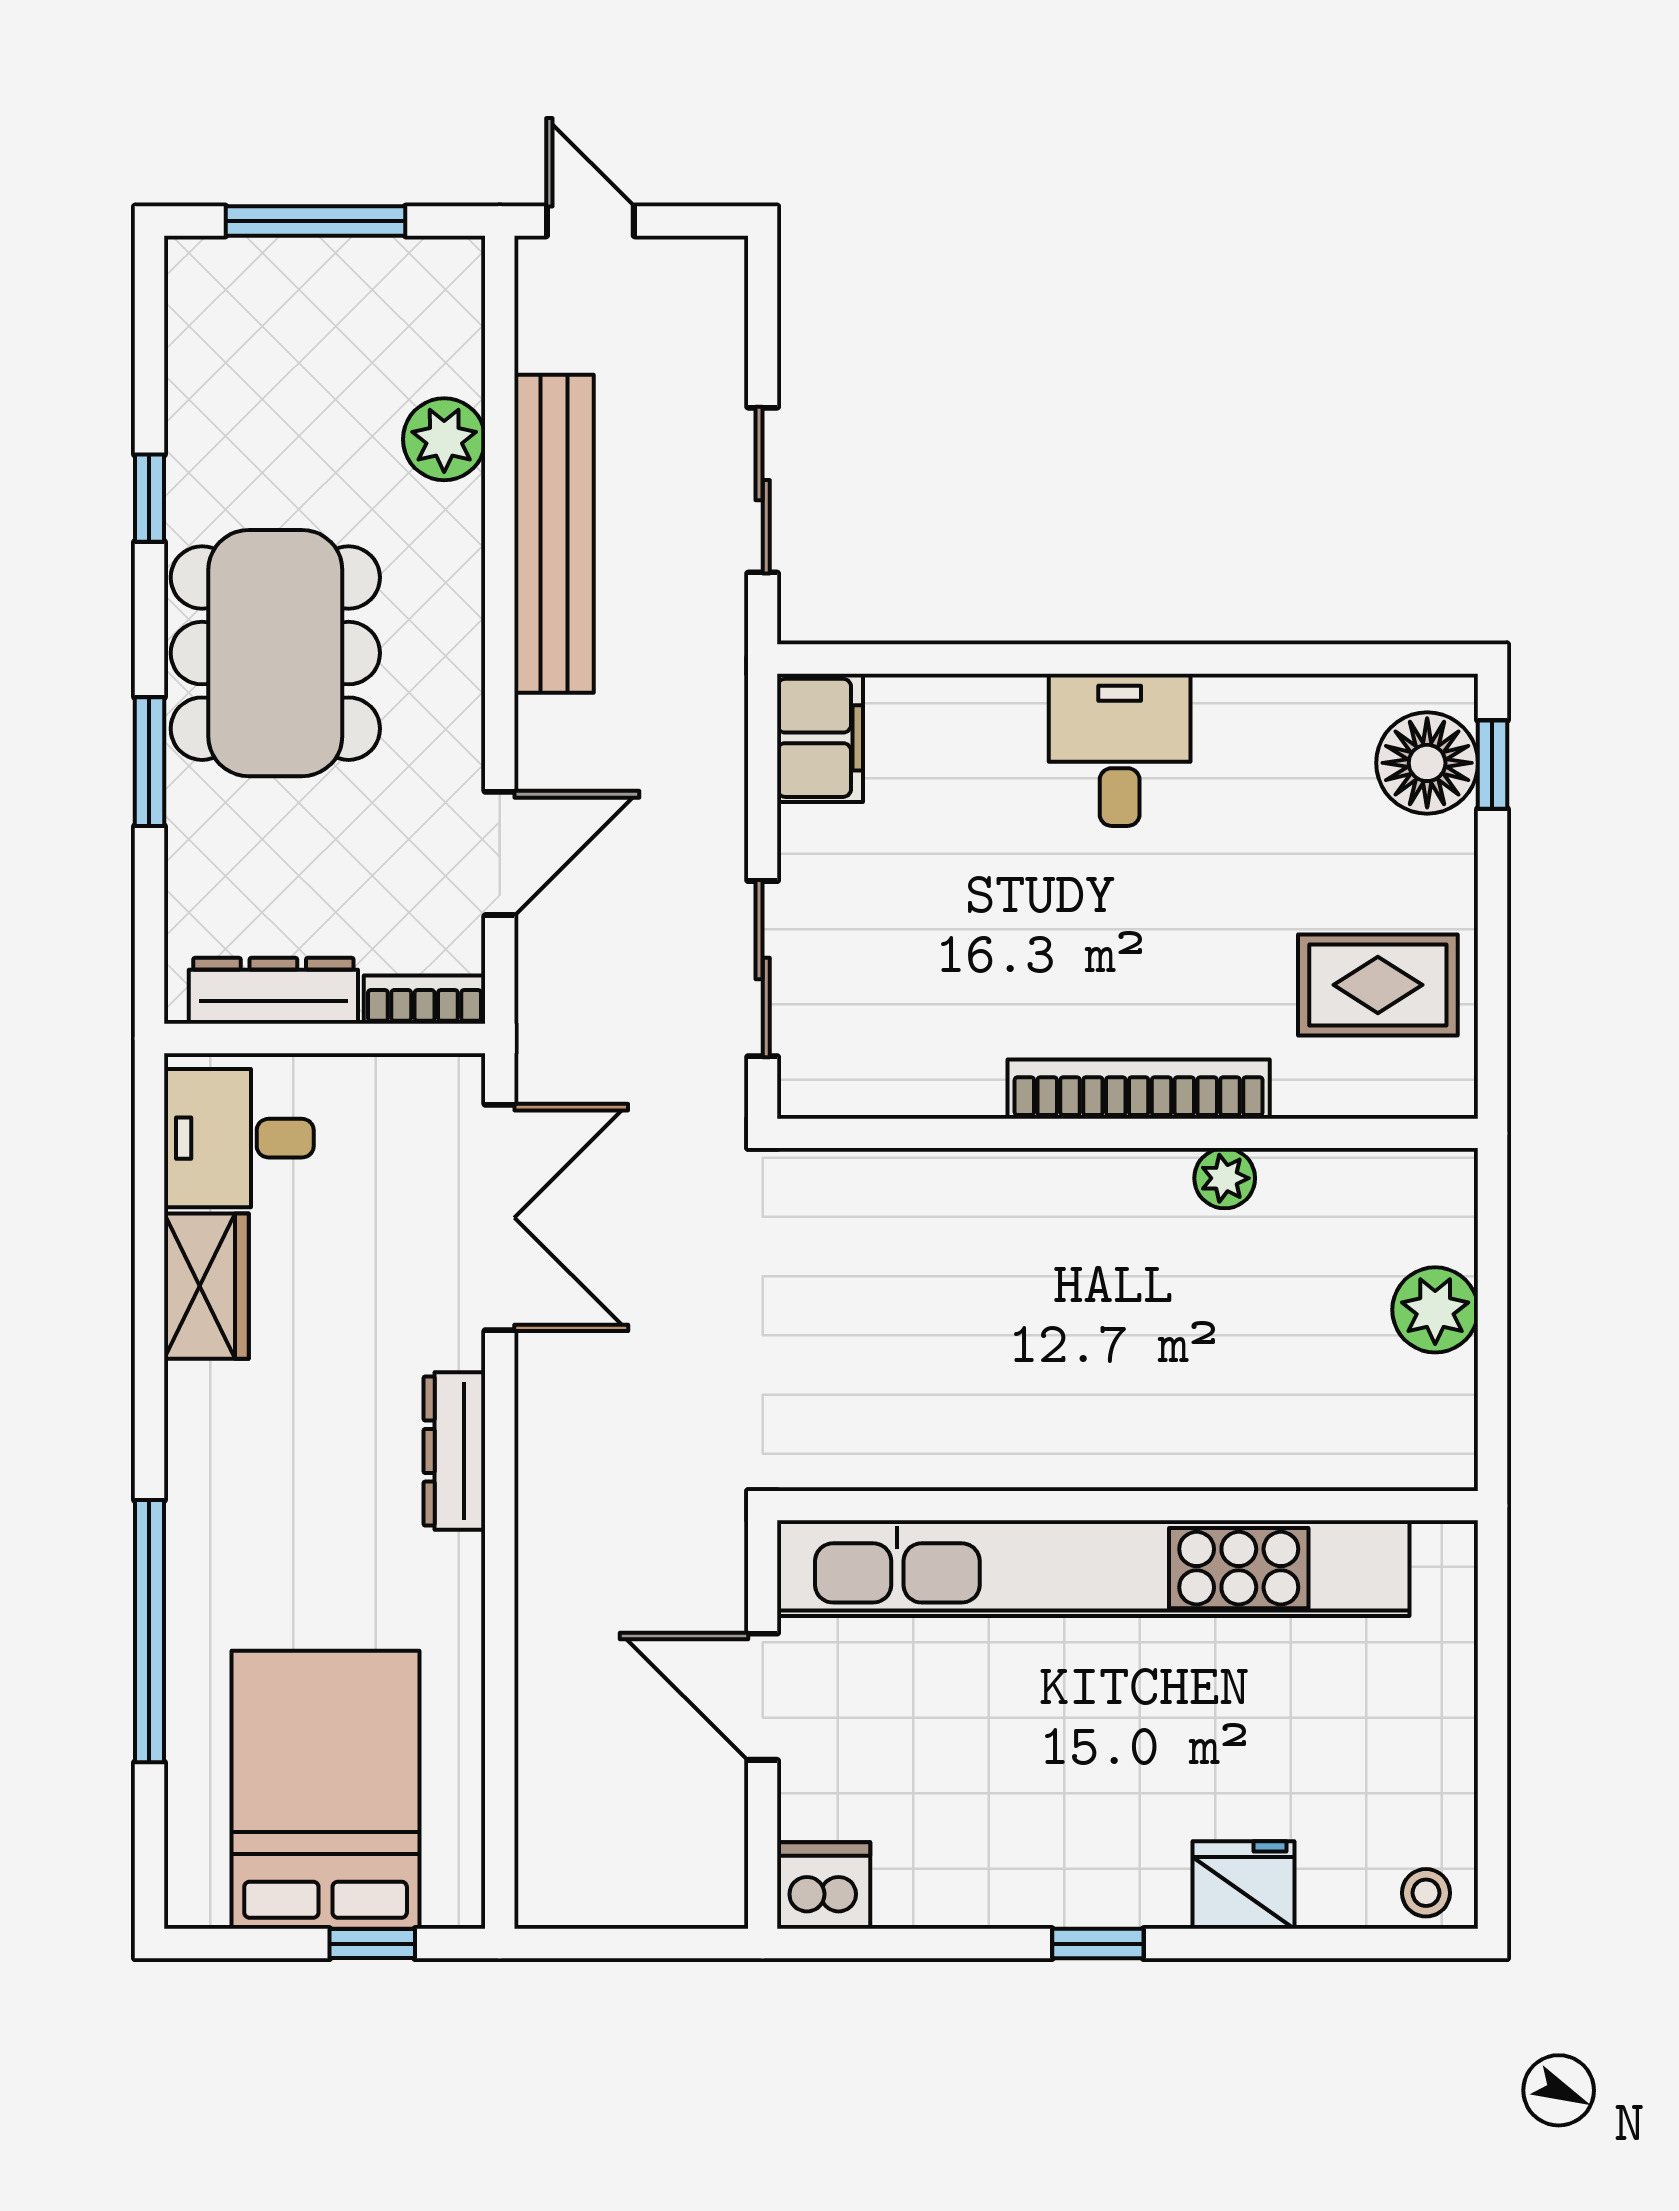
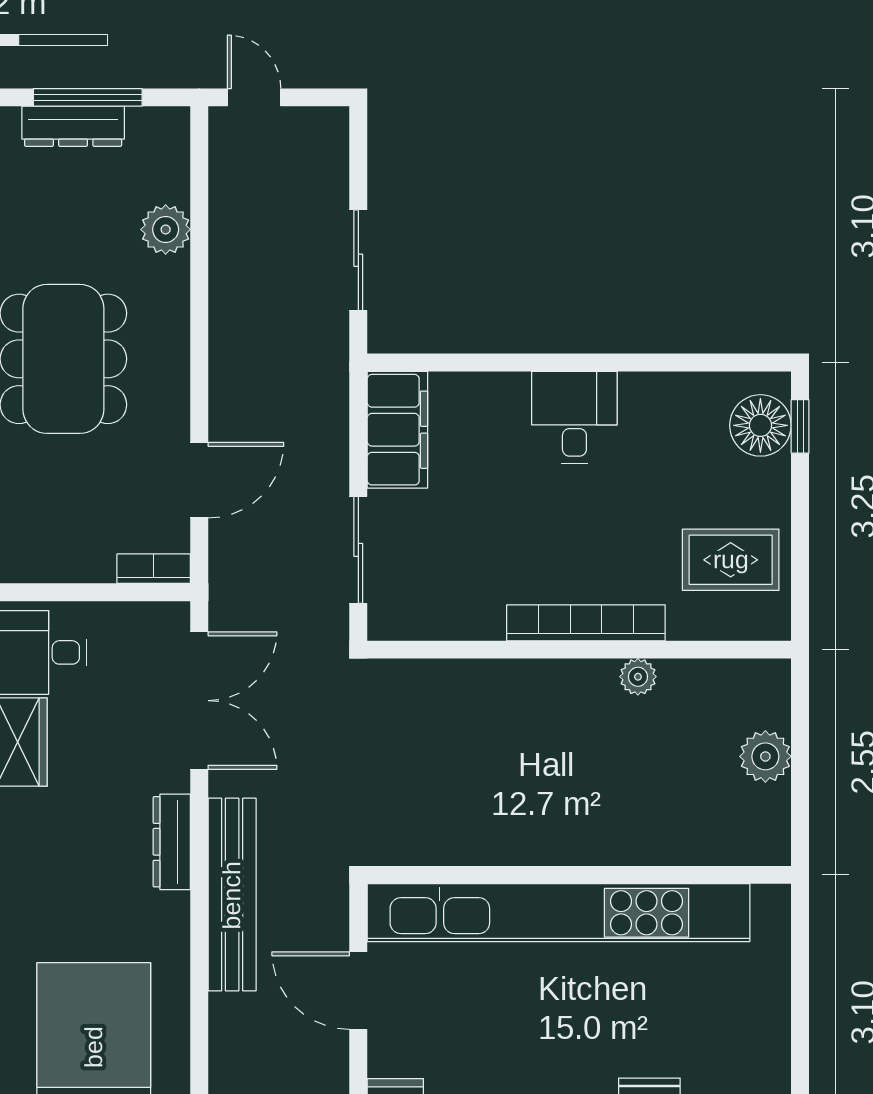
bench: (554, 534) -> (232, 895), moved
filing cabinet: (820, 738) -> (397, 430), width x1.50, depth x1.17
dresser: (273, 991) -> (73, 126), moved, turned 180

